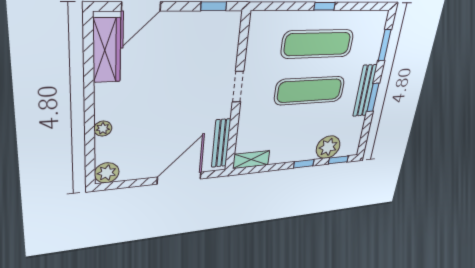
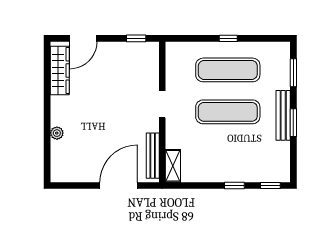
plant: (328, 147) -> (257, 170), removed
shelving: (251, 160) -> (173, 166), moved, turned 90
plant: (107, 173) -> (60, 173), removed

